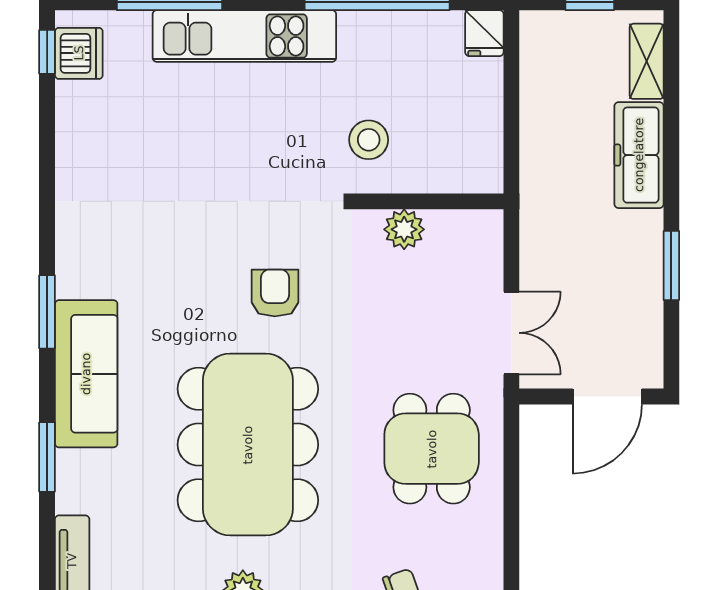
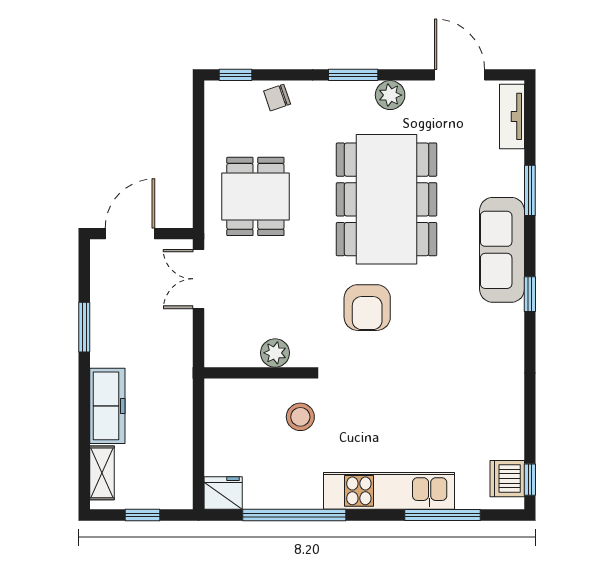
fridge: (484, 33) -> (223, 493), width x1.38
armchair: (275, 293) -> (367, 308), width x1.38, depth x1.38
window: (47, 312) -> (530, 294), width x0.67

